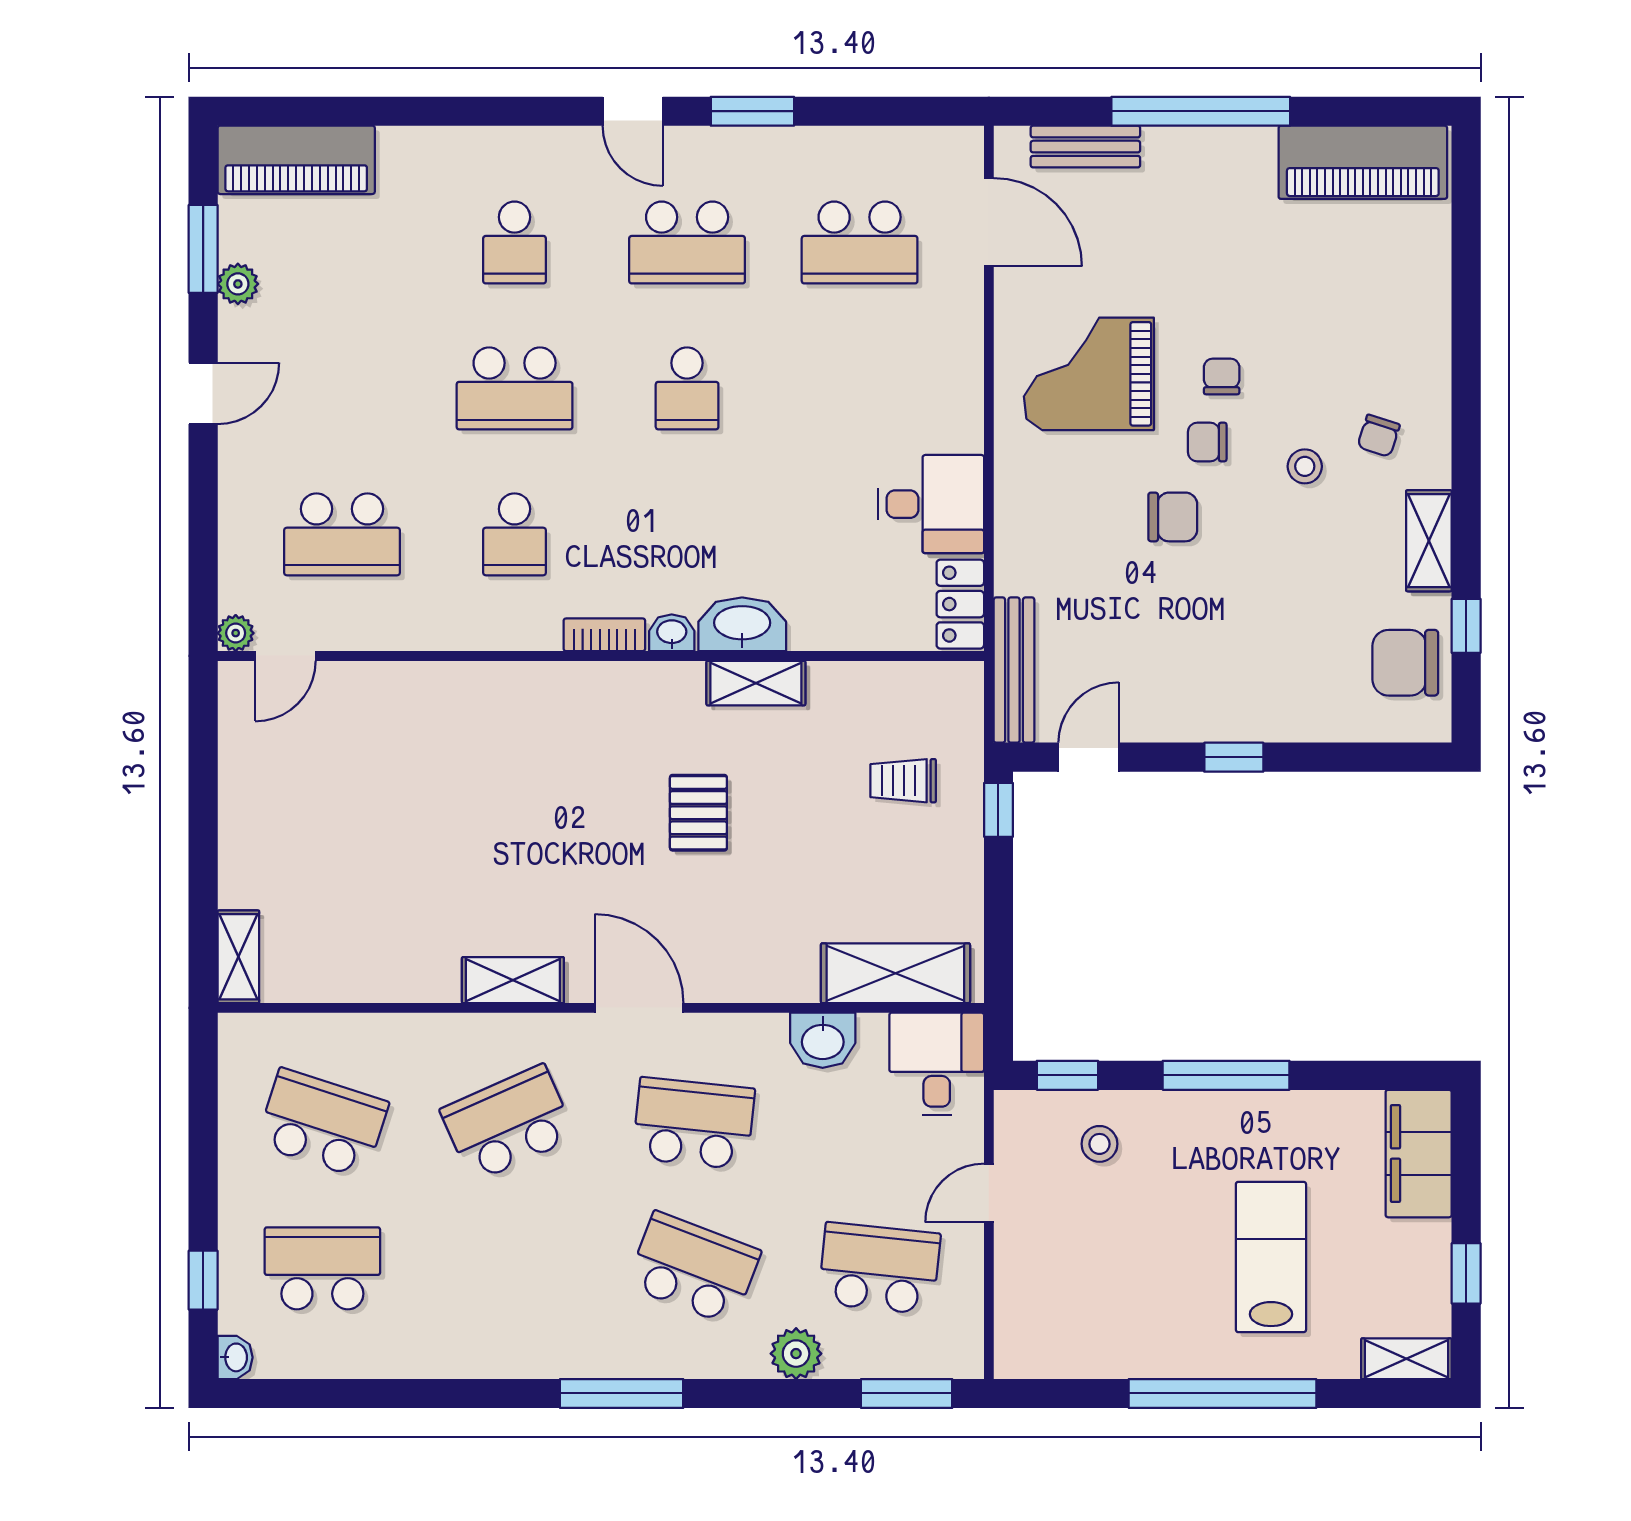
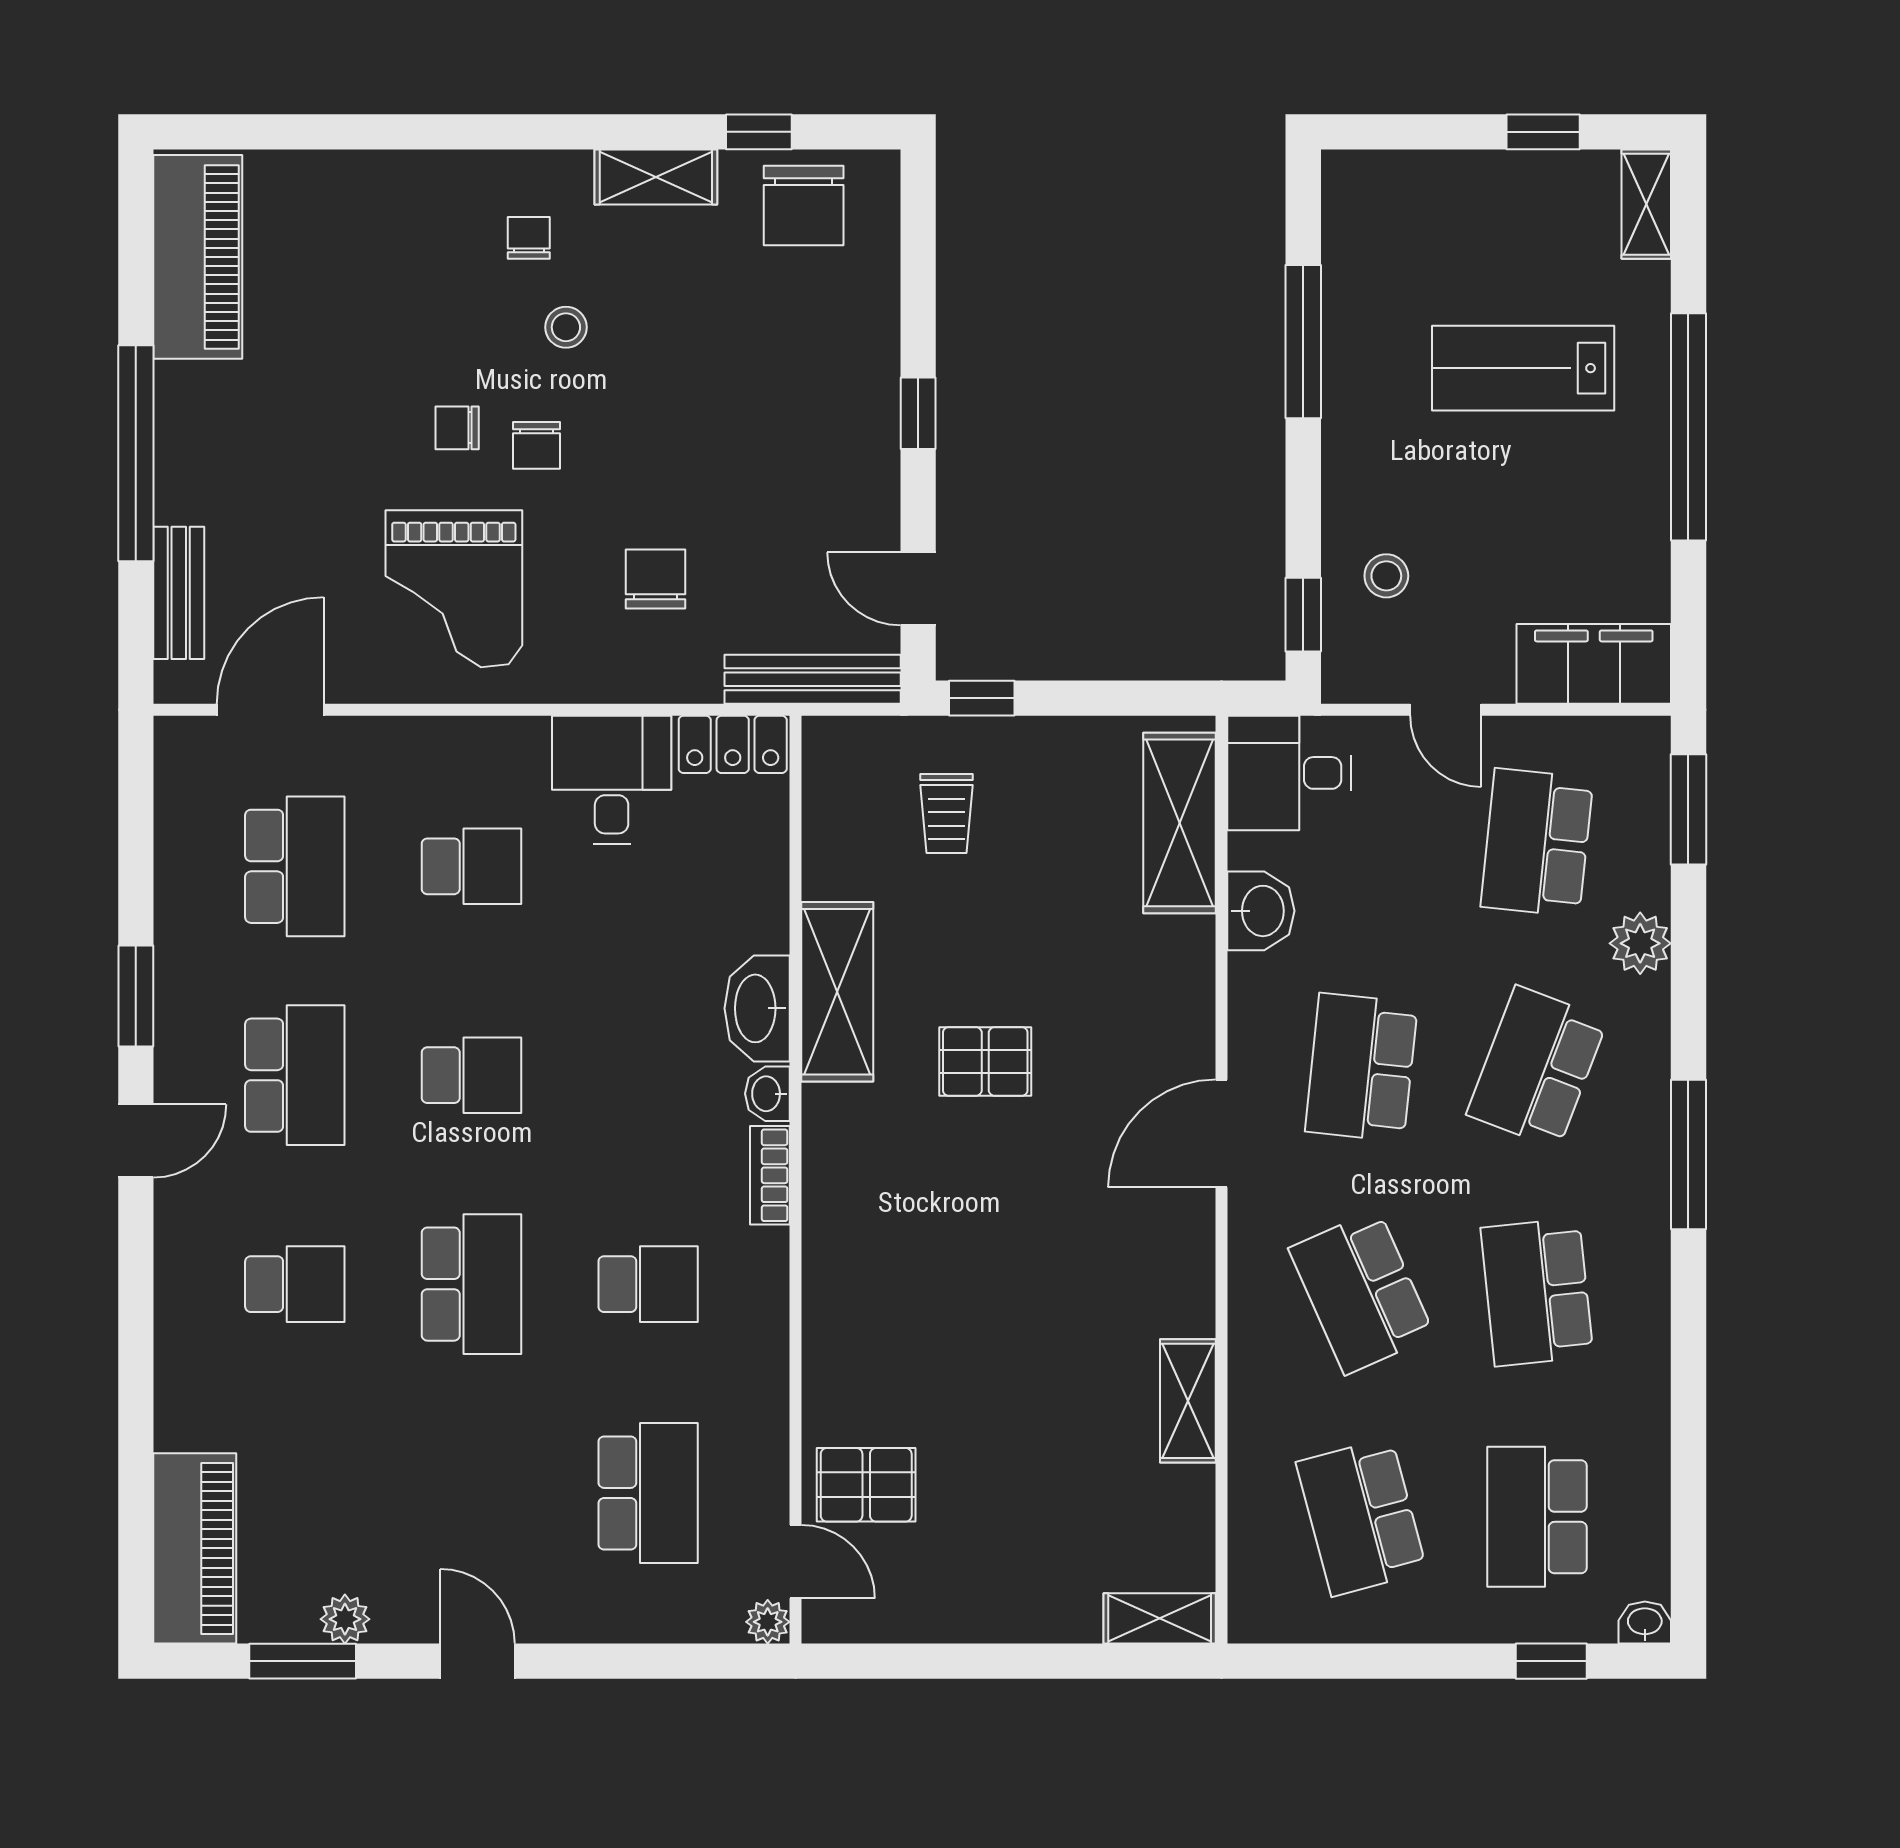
school desk: (860, 388) -> (471, 866), added
chair: (1379, 436) -> (529, 238), turned -108
chair: (1173, 517) -> (655, 579), moved
shelving: (756, 683) -> (837, 992), width x1.50, depth x1.33
pallet: (349, 714) -> (866, 1485), added
shelving: (513, 980) -> (1188, 1401), moved
window: (1226, 1075) -> (1303, 342), moved
school desk: (322, 1123) -> (1361, 1517), turned -33
filing cabinet: (1419, 1154) -> (1594, 664), moved, turned 180
school desk: (508, 1268) -> (1537, 1292), added

